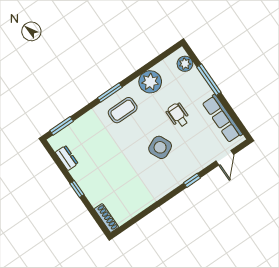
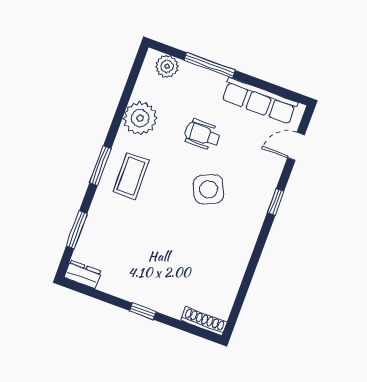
window: (62, 126) -> (77, 230), moved
dresser: (67, 158) -> (83, 274), moved
door: (225, 158) -> (296, 146), swing flipped

